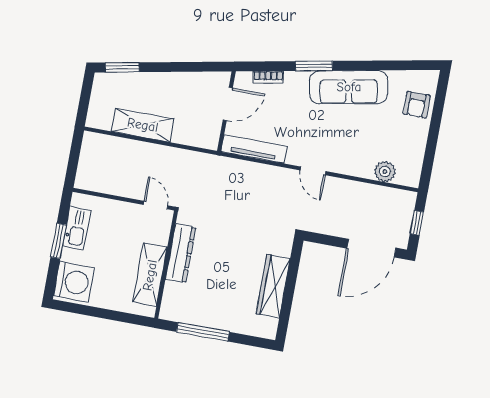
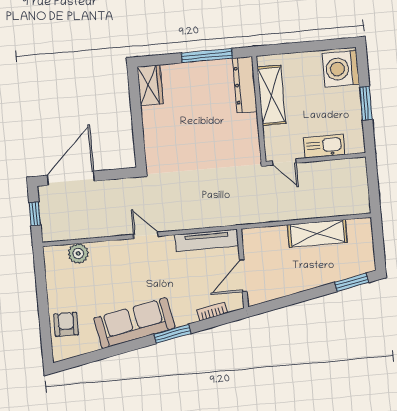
kitchen sink: (77, 228) -> (324, 146), moved, turned 90
dresser: (181, 253) -> (245, 85), moved
wardrobe: (273, 286) -> (150, 85), moved, width x0.67

